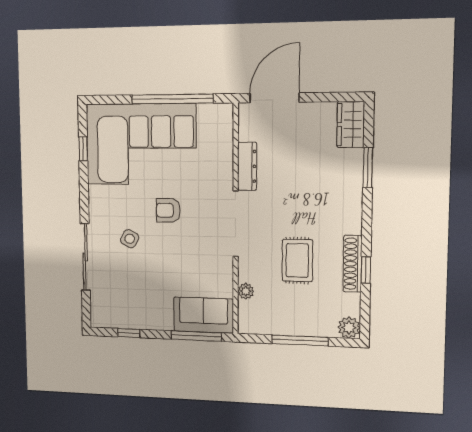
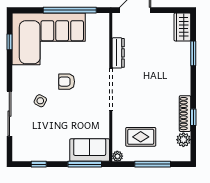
rug: (297, 260) -> (141, 137), moved, turned 90
plant: (246, 291) -> (117, 156), moved
plant: (349, 328) -> (183, 140), moved

